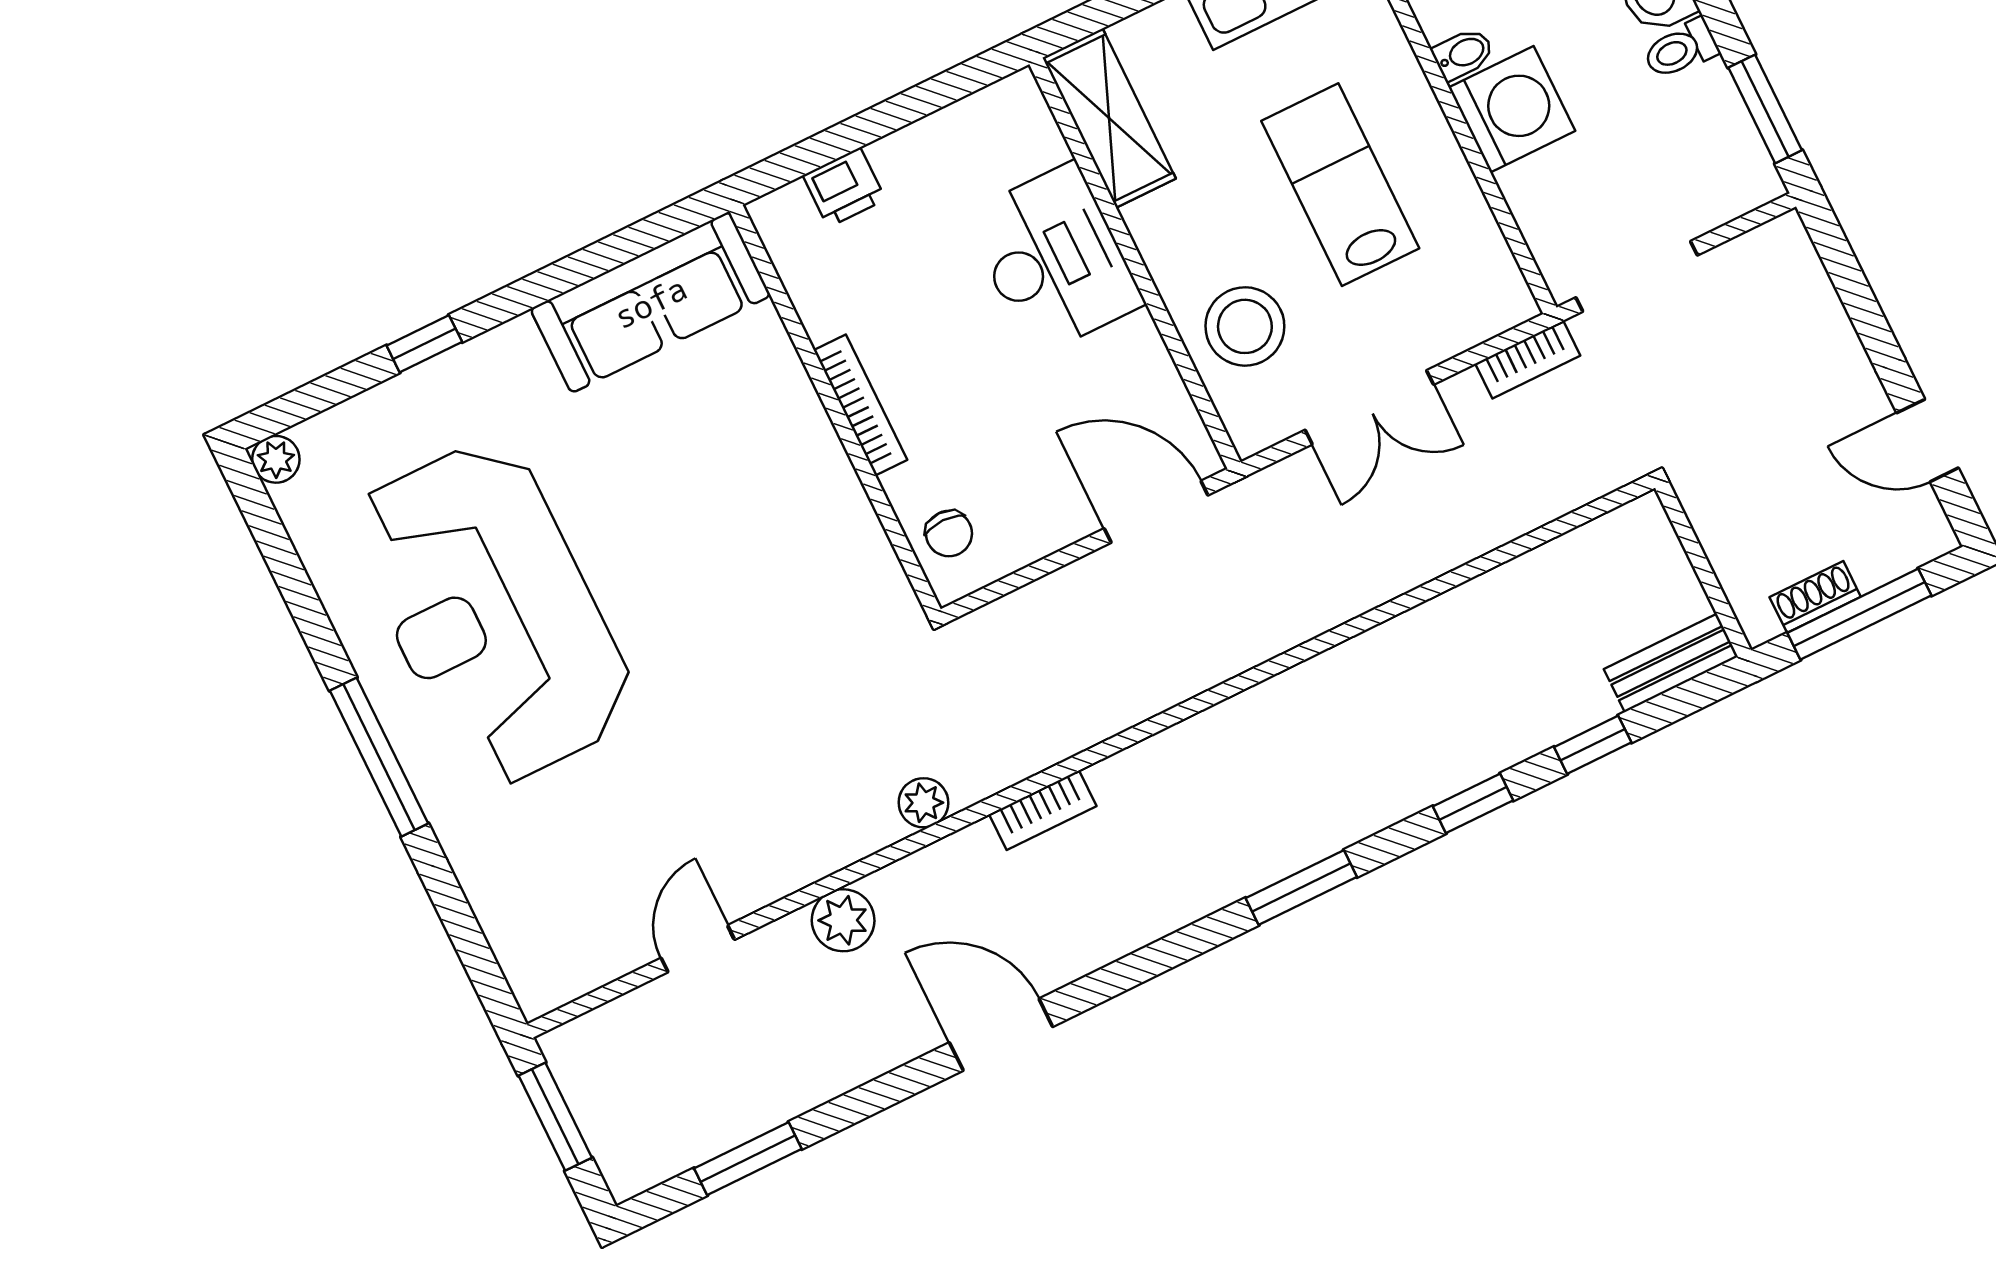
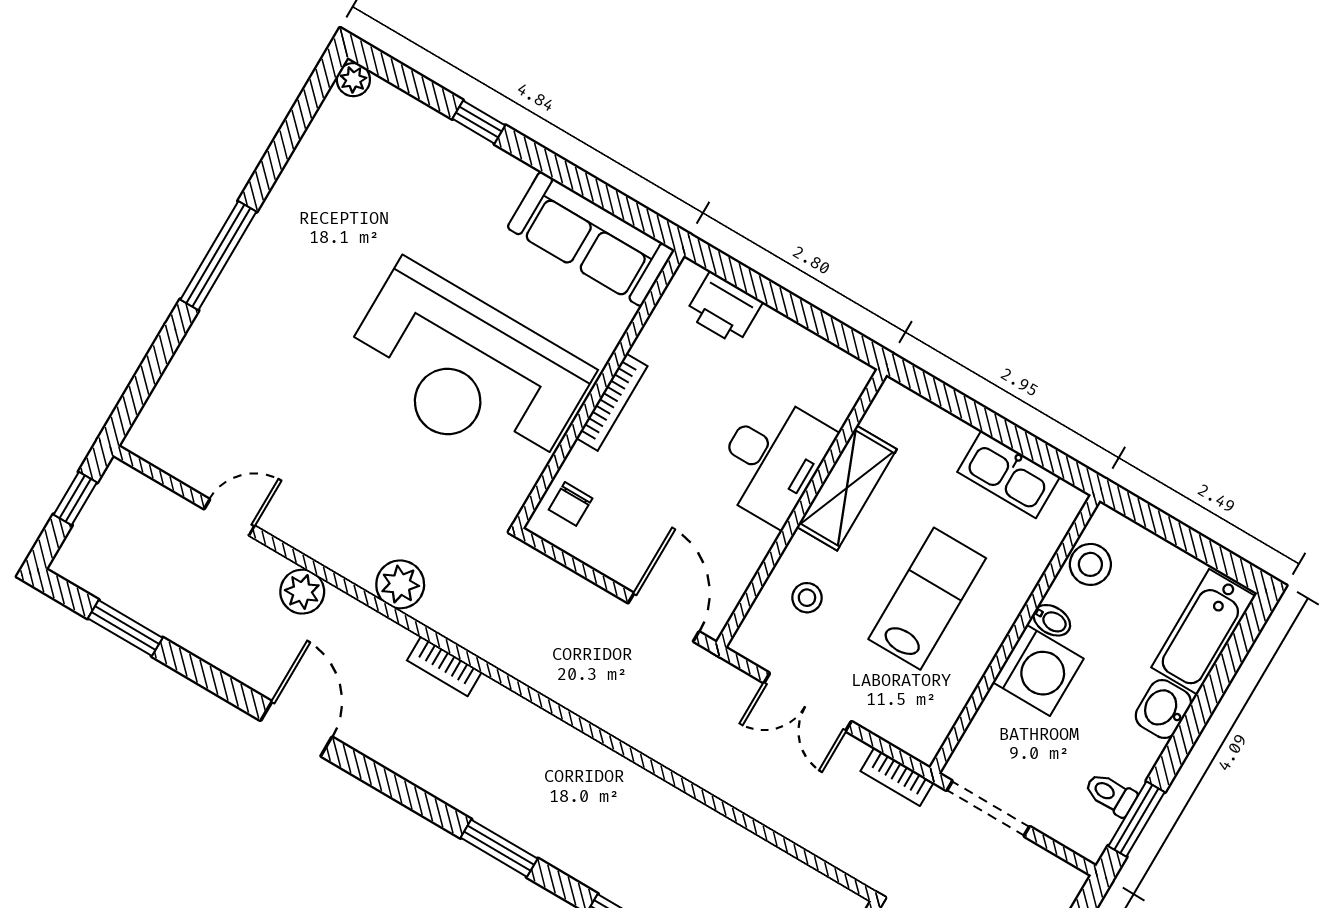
toilet: (1681, 49) -> (1111, 794), moved
shelving: (1109, 118) -> (847, 488), moved
printer: (844, 187) -> (724, 308), width x1.36, depth x1.24
stool: (1245, 326) -> (807, 598), width x0.53, depth x0.53
reception desk: (492, 613) -> (466, 371), moved, turned -90
plant: (923, 803) -> (400, 584), width x1.38, depth x1.38
window: (555, 1117) -> (75, 498), width x0.67

